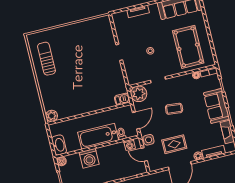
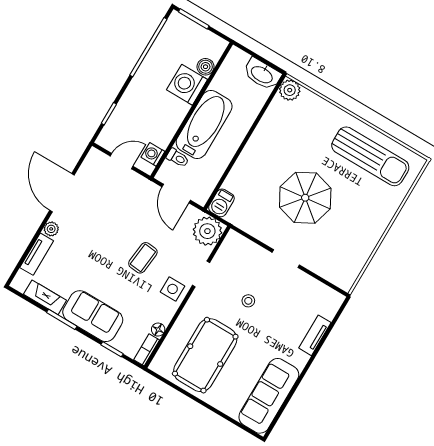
pool table: (188, 47) -> (205, 355), turned 90
sun lounger: (47, 59) -> (370, 156), width x1.36, depth x1.34
parasol: (88, 68) -> (305, 198), added
side table: (149, 140) -> (173, 289), moved
rug: (174, 144) -> (97, 213), removed
washbasin: (59, 145) -> (262, 74), moved
boiler: (62, 161) -> (206, 67), moved

